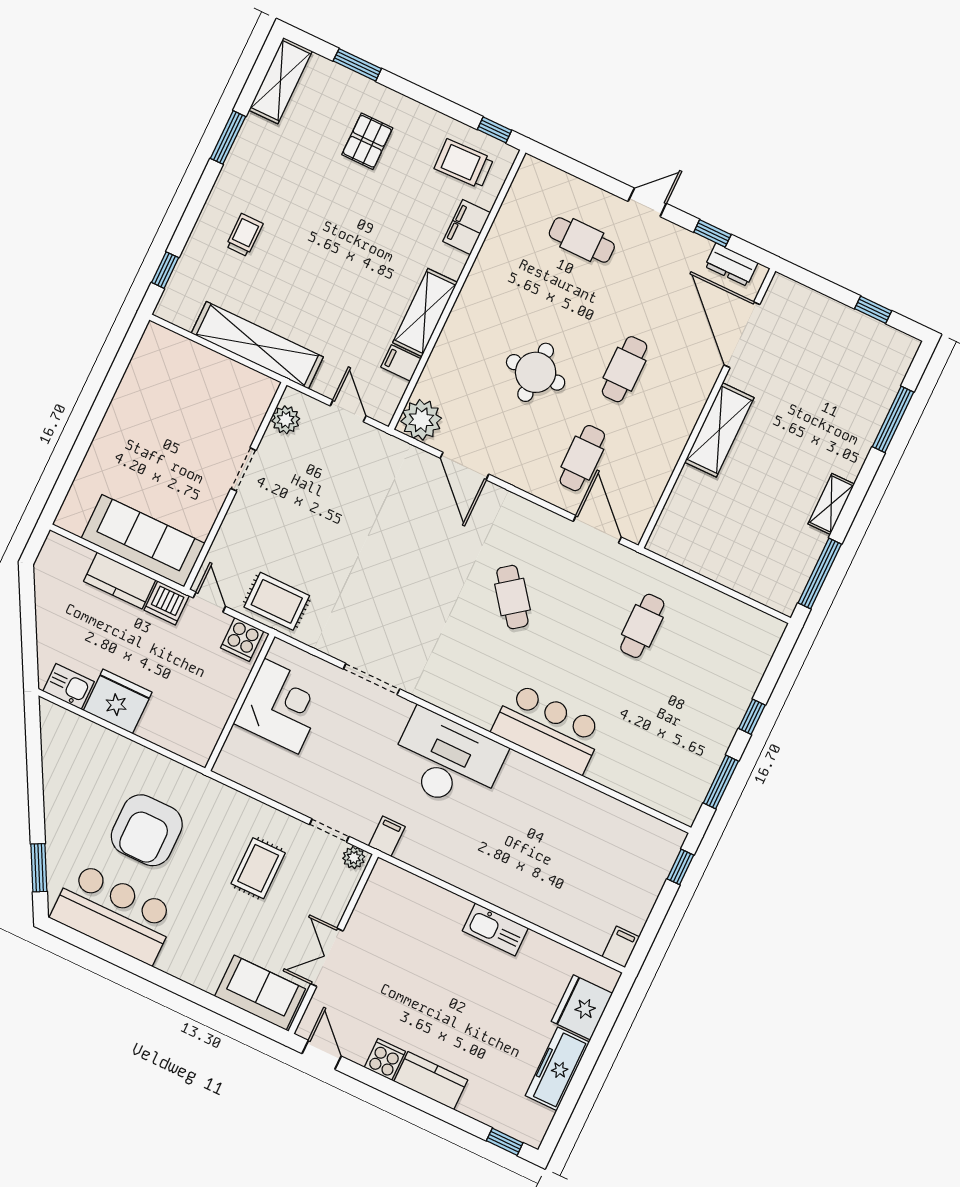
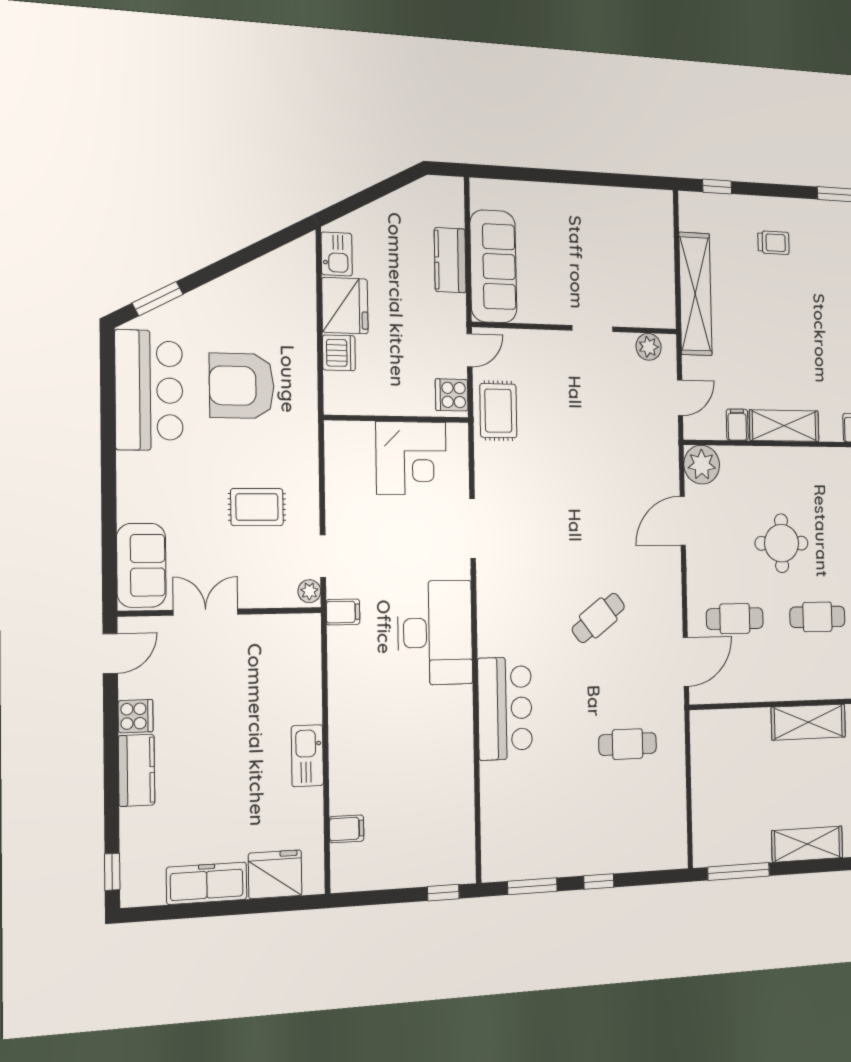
shelving: (831, 504) -> (807, 844), width x1.50, depth x1.33
dishwasher: (167, 603) -> (339, 353), moved, turned 180
filing cabinet: (621, 947) -> (347, 829), moved

